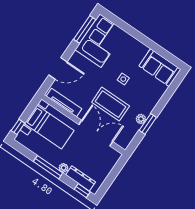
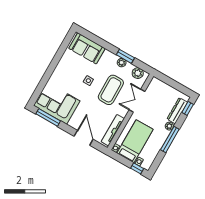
sofa: (160, 68) -> (87, 48), moved, turned 90
double door: (96, 133) -> (137, 101), width x0.73
plant: (127, 136) -> (138, 73), added

